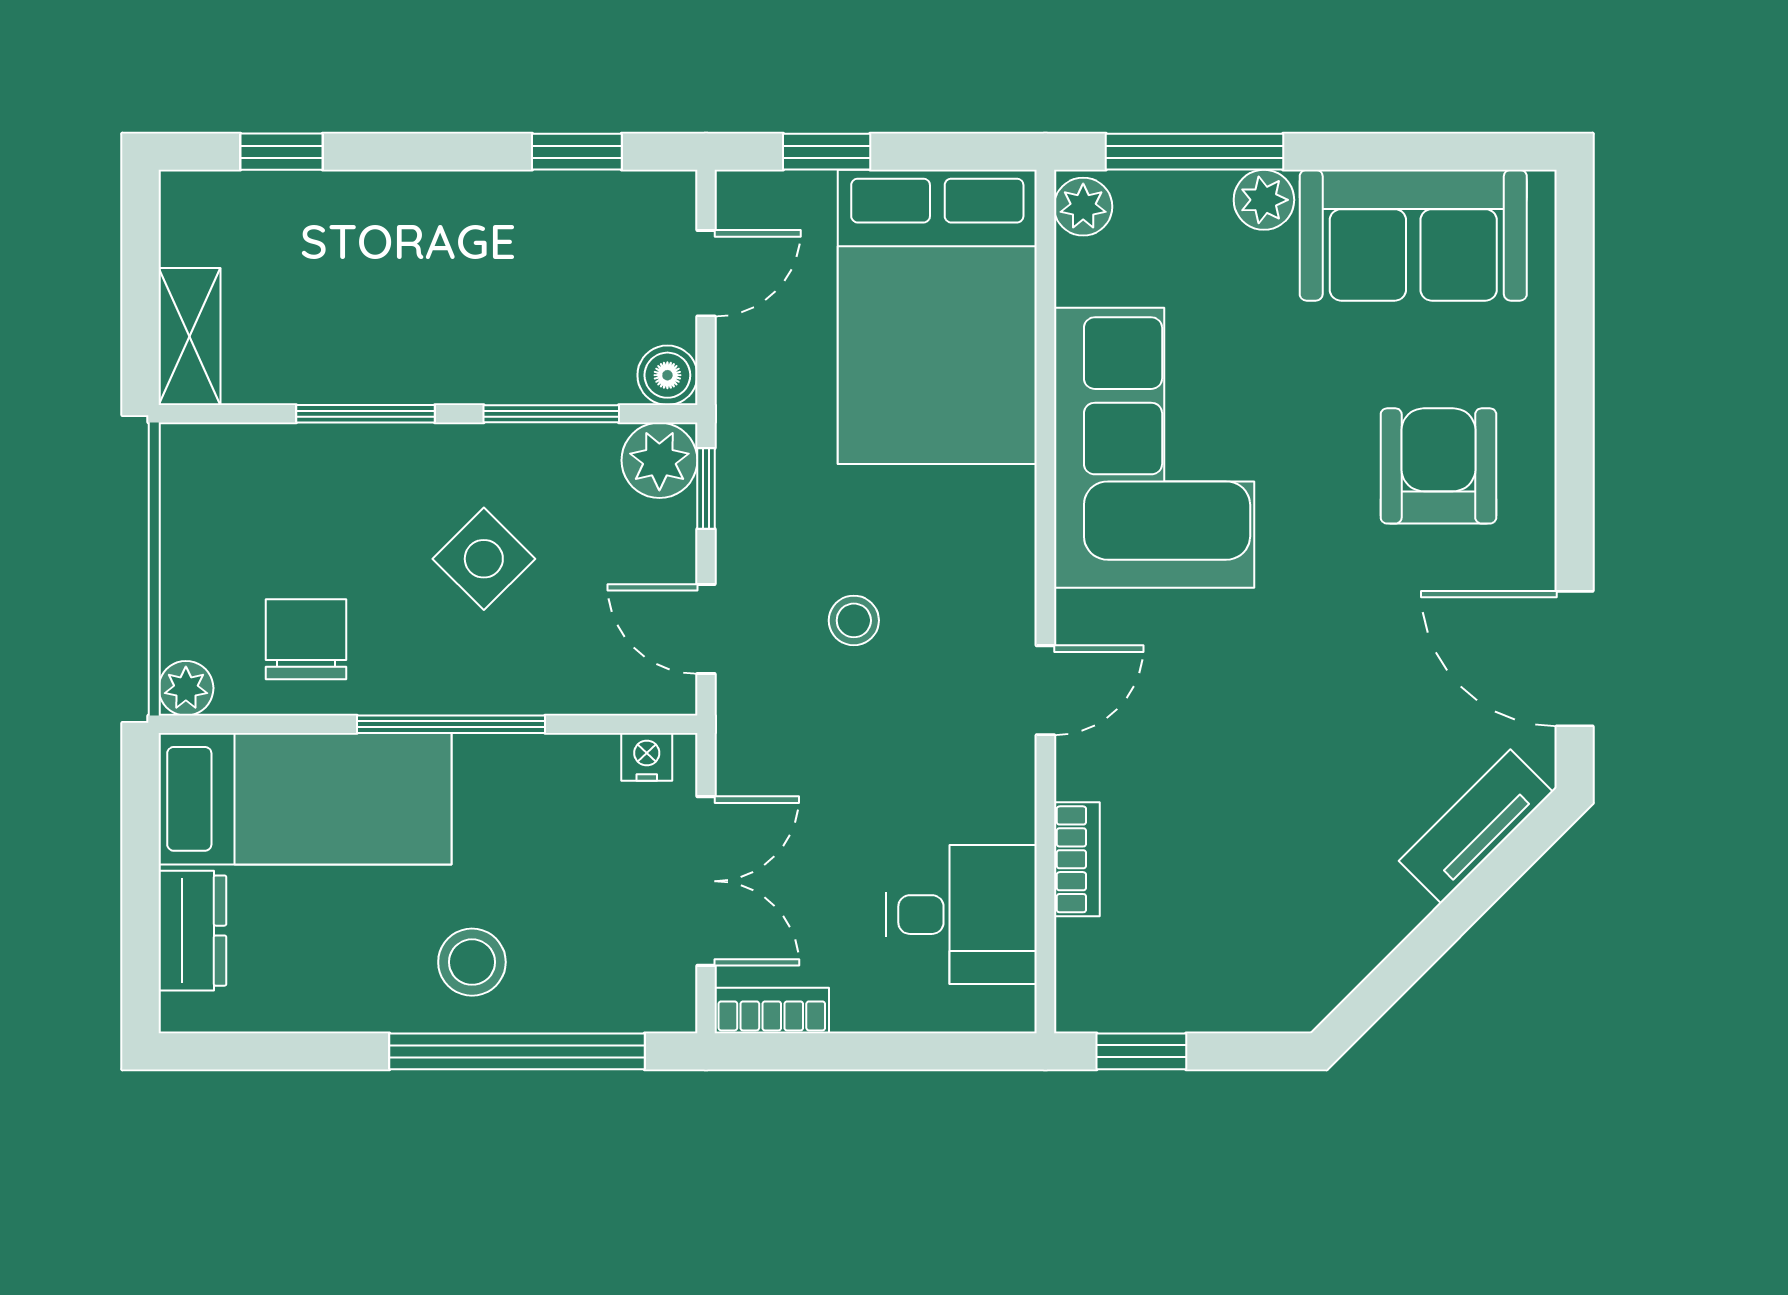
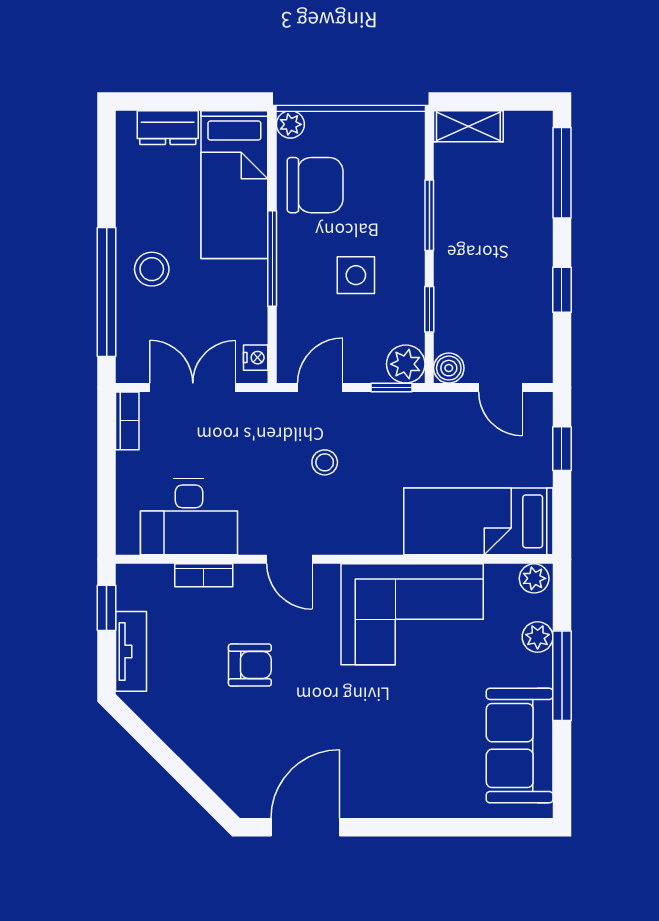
window: (282, 152) -> (562, 173), width x2.17
window: (577, 152) -> (562, 290), moved
window: (1194, 152) -> (562, 676), moved
plant: (1264, 200) -> (538, 637), moved
bed: (937, 317) -> (478, 521), width x0.67
window: (551, 414) -> (429, 309), width x0.67
armchair: (1438, 466) -> (250, 665), moved, width x0.72, depth x0.72
side table: (484, 559) -> (356, 275), turned 45
chair: (306, 639) -> (315, 185), width x1.37, depth x1.37
tv unit: (1476, 826) -> (131, 651), moved, turned 45
double door: (706, 881) -> (193, 388), swing flipped
desk: (962, 915) -> (189, 517), width x1.37

